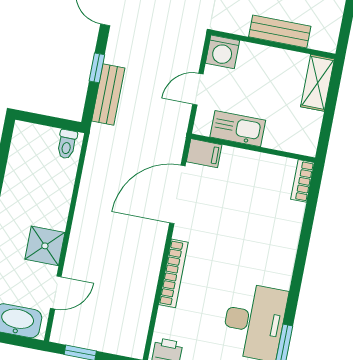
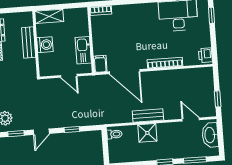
washing machine: (223, 52) -> (45, 45), moved
bench: (108, 94) -> (148, 115), moved
shower: (45, 246) -> (147, 133), moved

